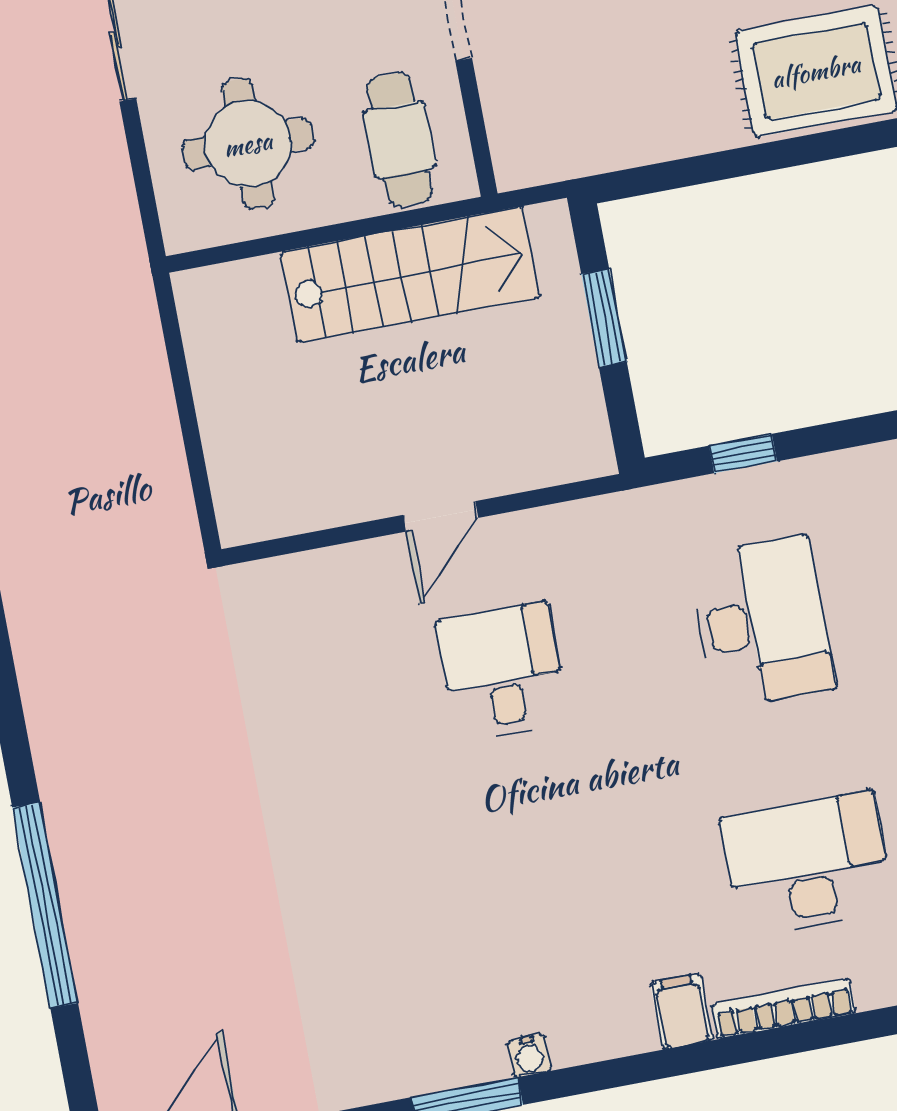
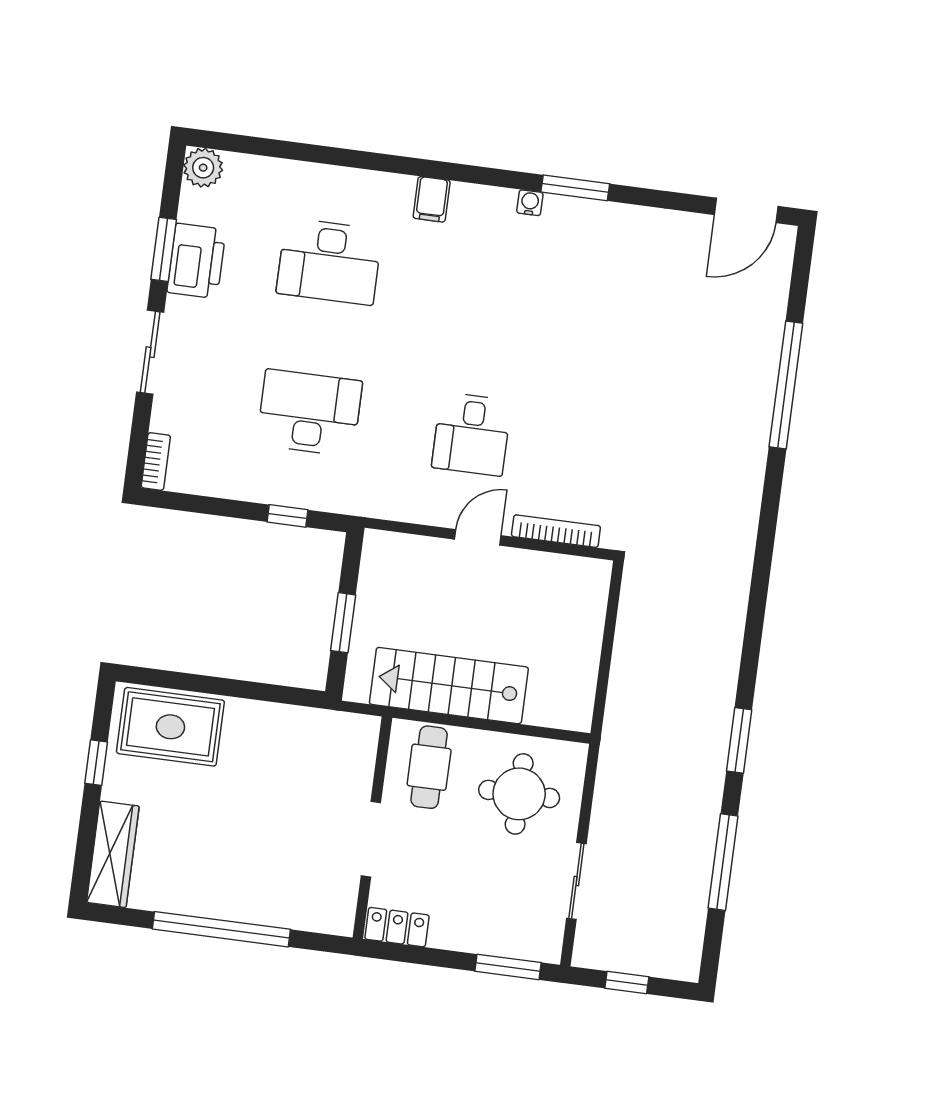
desk: (762, 622) -> (309, 413), turned 90
bookcase: (783, 1009) -> (556, 531), moved, turned 180

